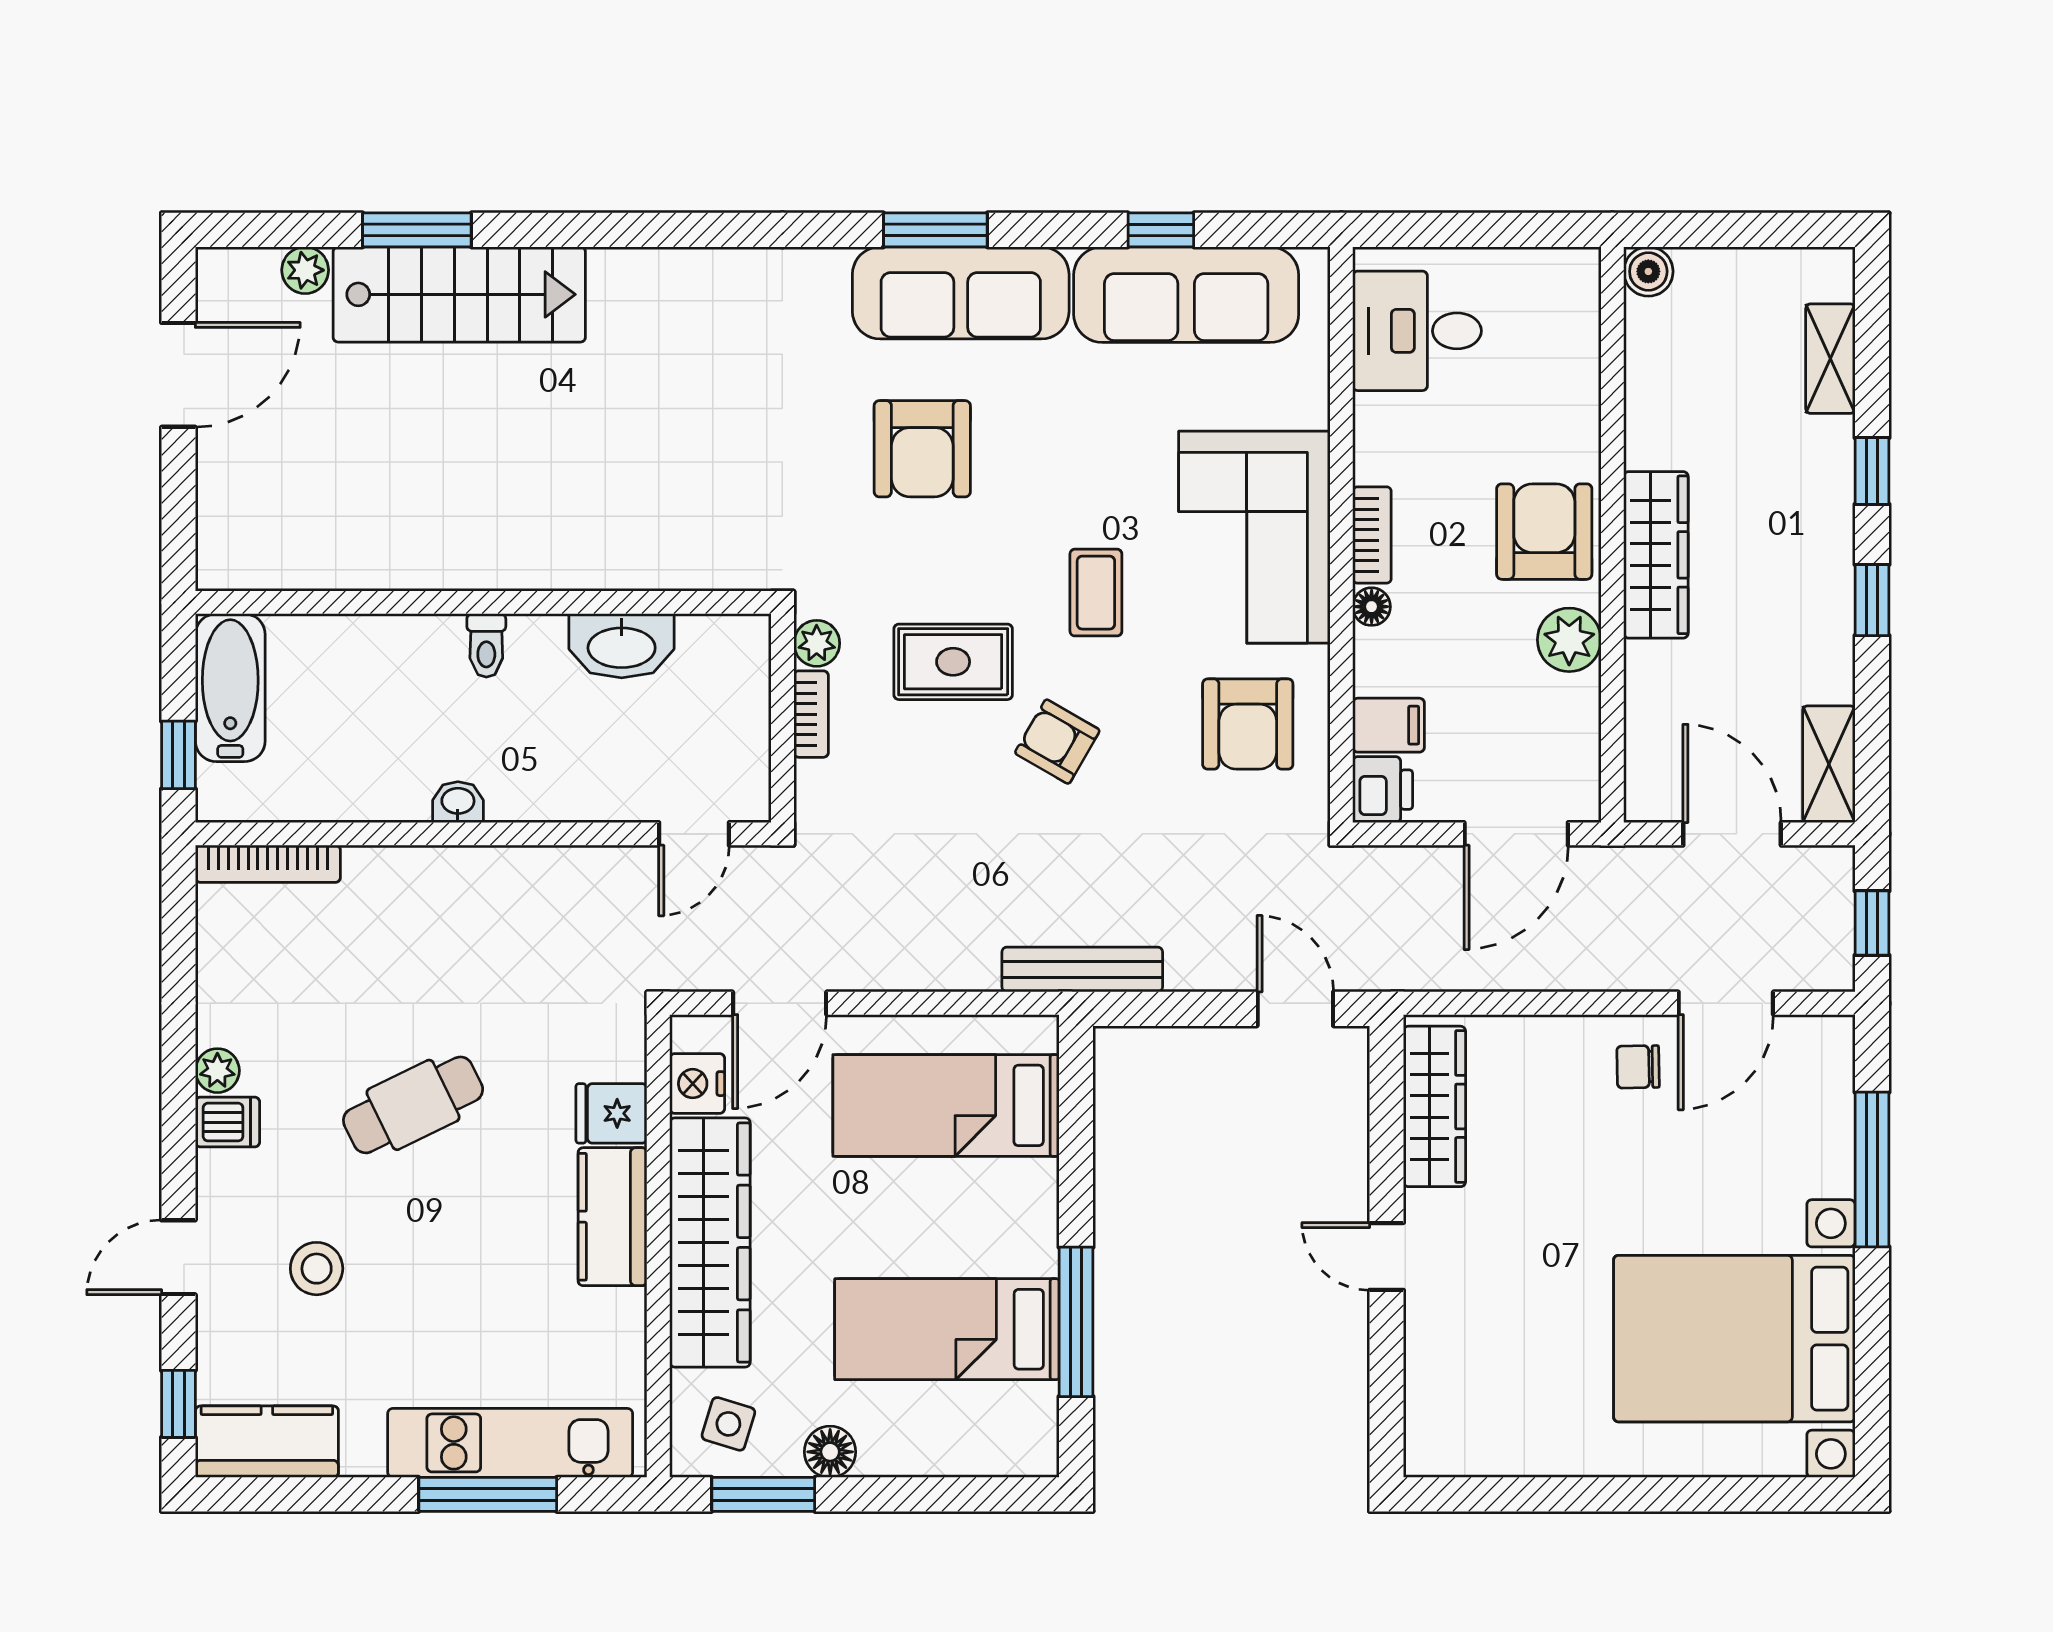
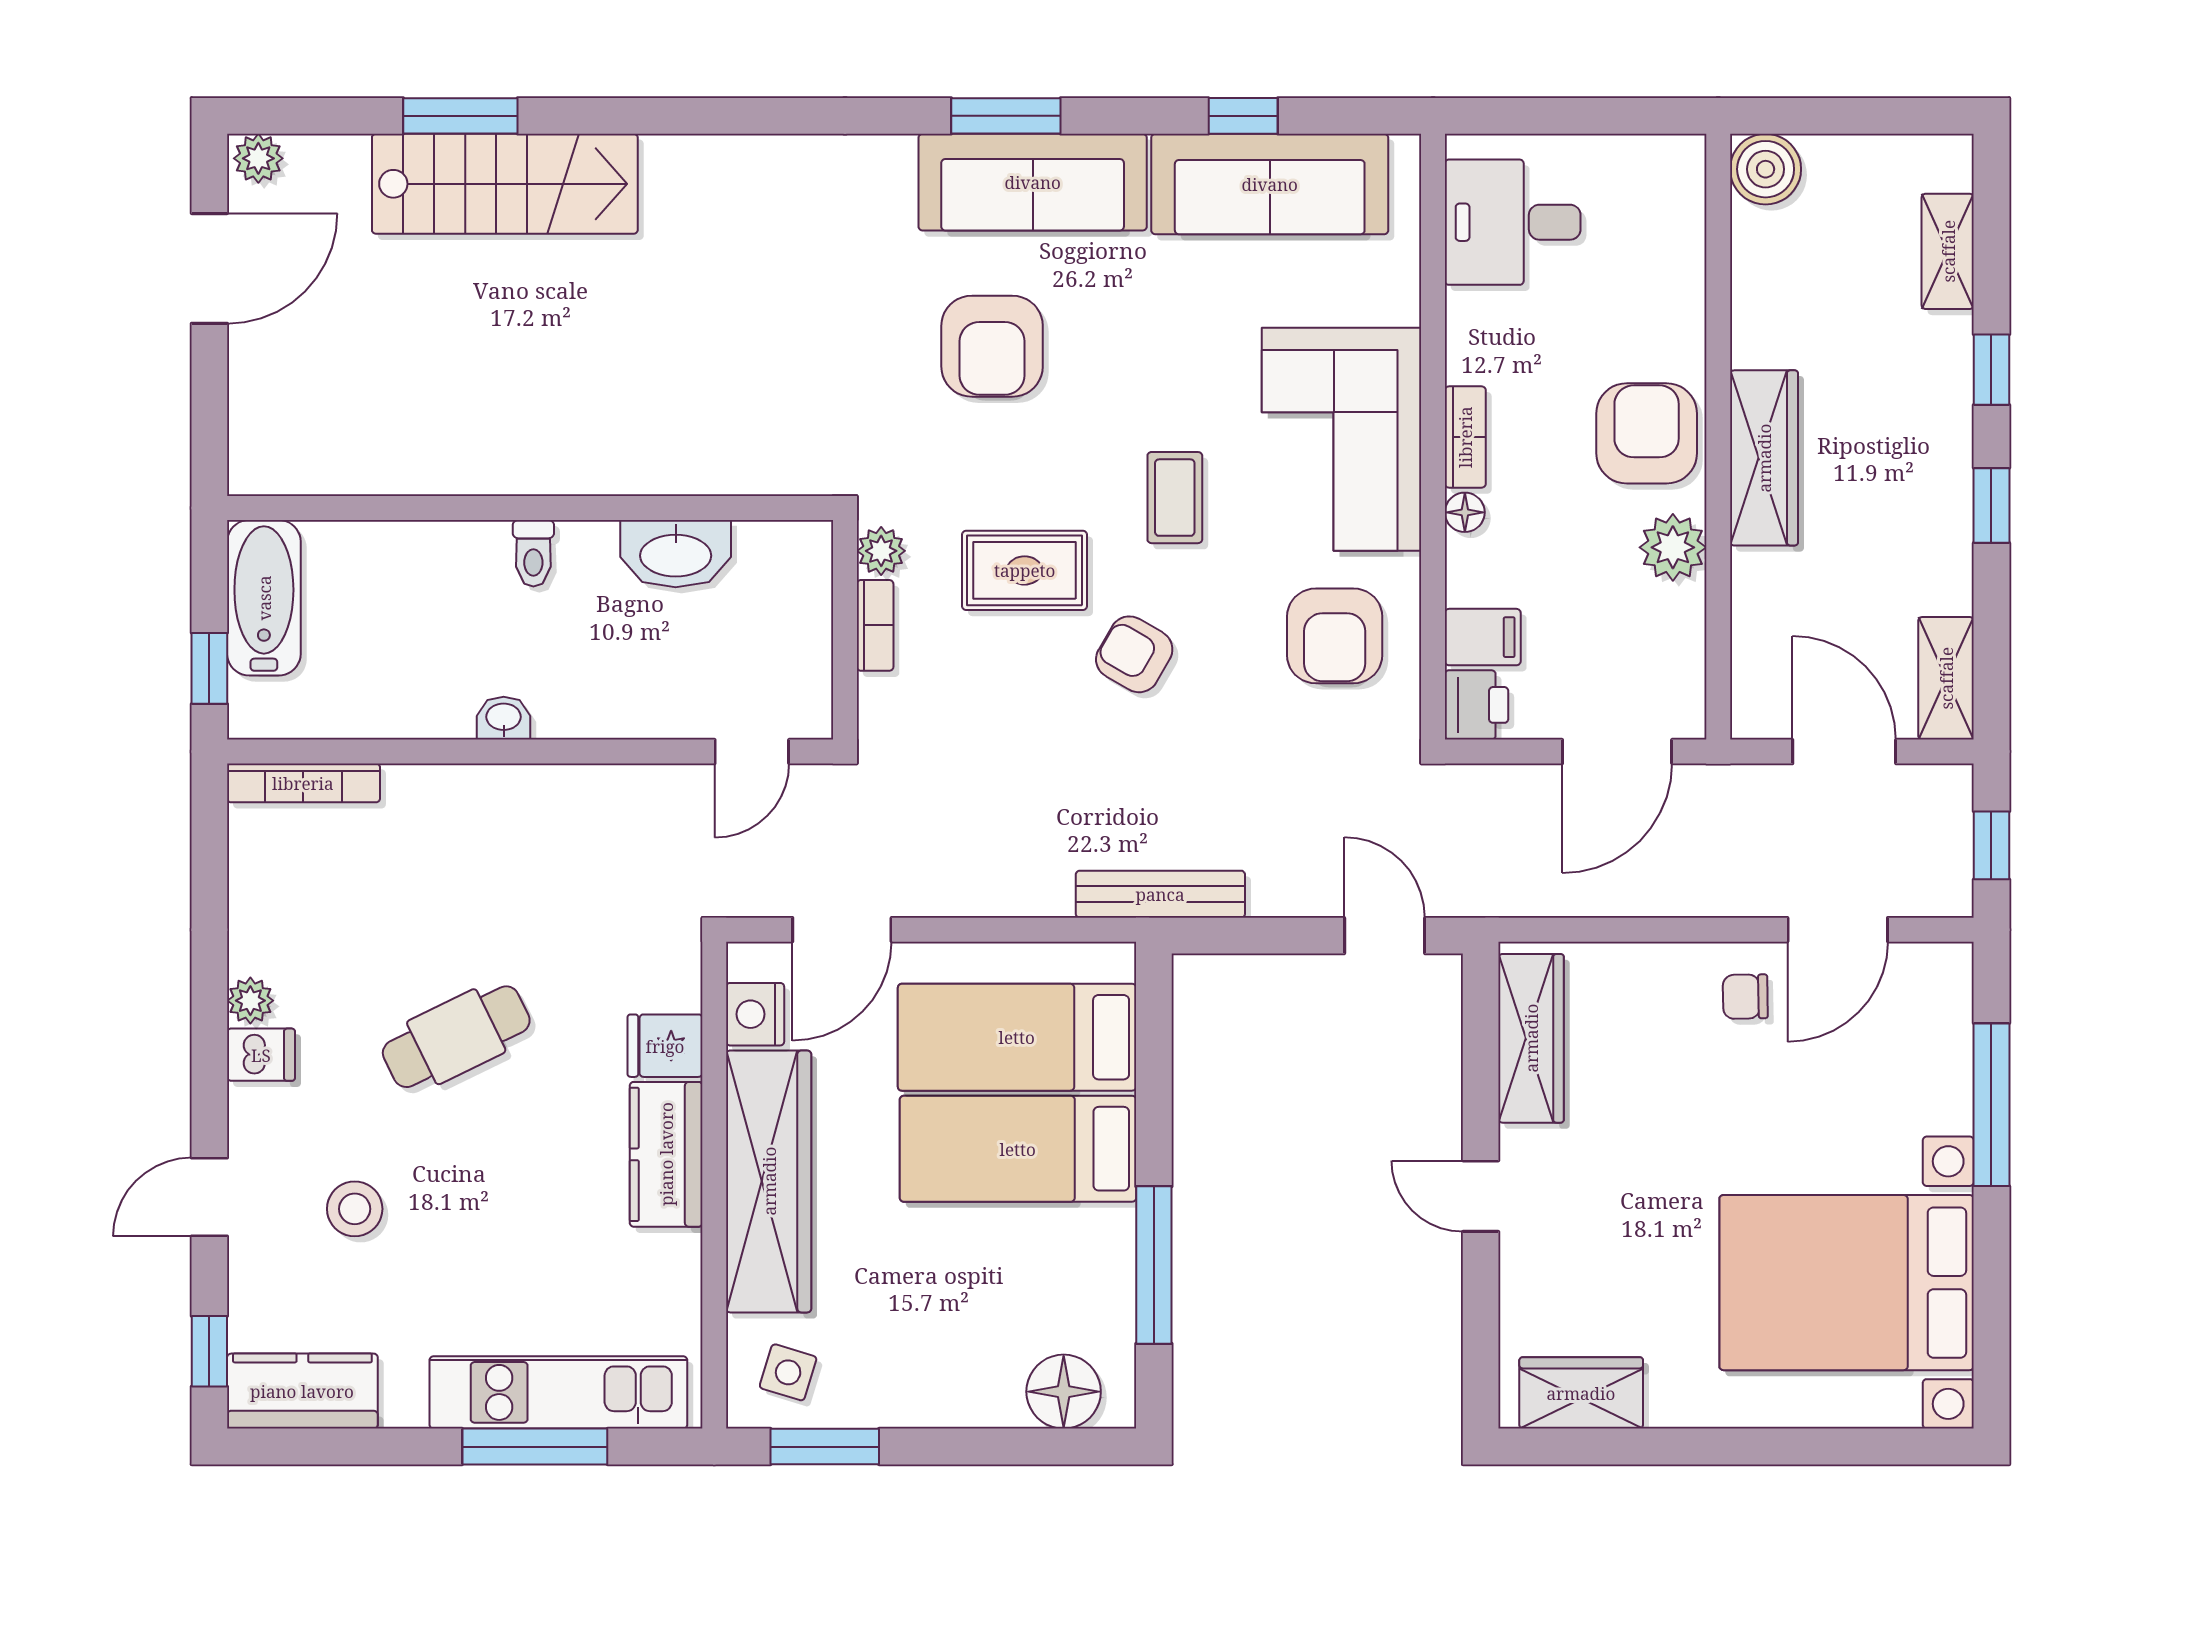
plant: (305, 270) -> (258, 158), moved
boiler: (1648, 271) -> (1766, 169), width x1.36, depth x1.36
bed: (947, 1329) -> (1018, 1149), moved
wardrobe: (1482, 1443) -> (1581, 1393), added
floor lamp: (830, 1452) -> (1064, 1392), moved, width x1.38, depth x1.38

